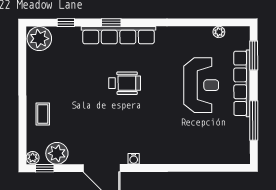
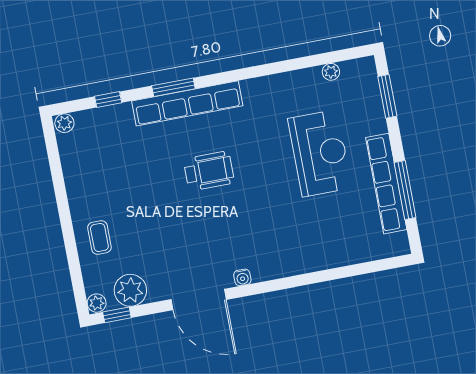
window: (111, 23) -> (173, 87), width x1.50
plant: (39, 39) -> (64, 123), width x0.53, depth x0.53
row of seats: (242, 83) -> (386, 184), moved

